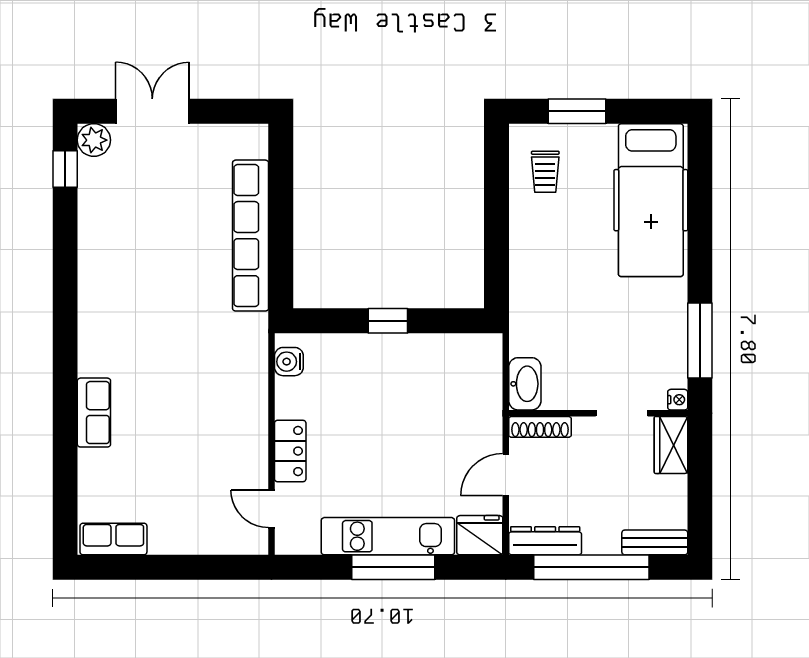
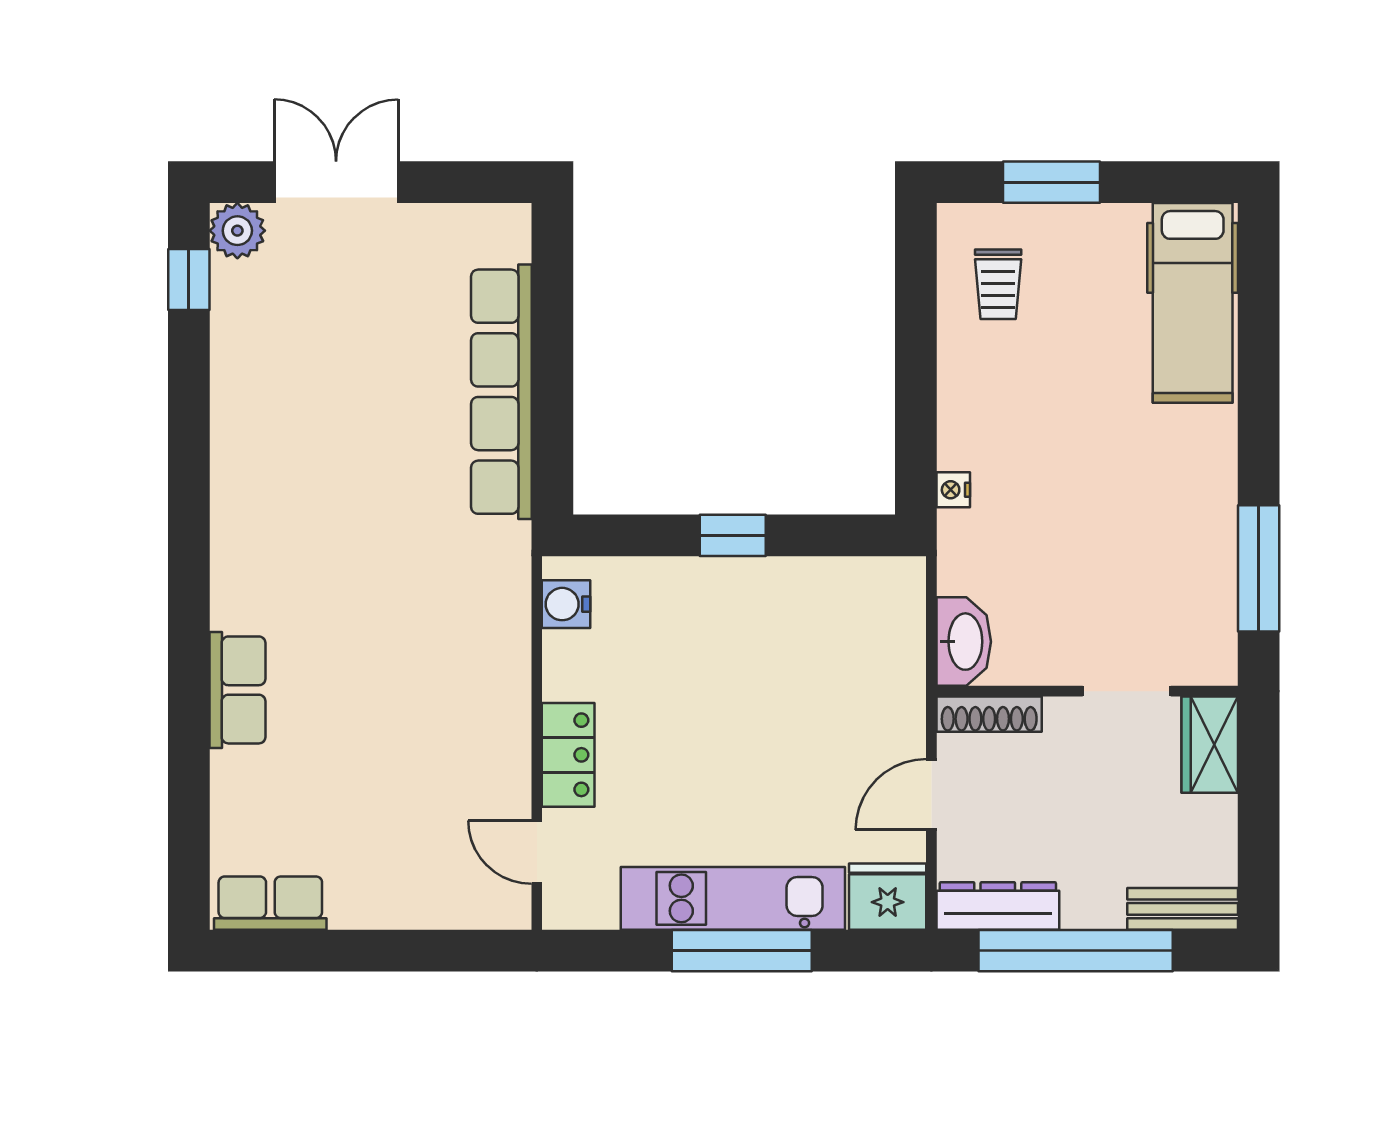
hospital bed: (651, 200) -> (1193, 303), width x0.73, depth x0.78
nightstand: (678, 400) -> (953, 490), moved, turned 180

